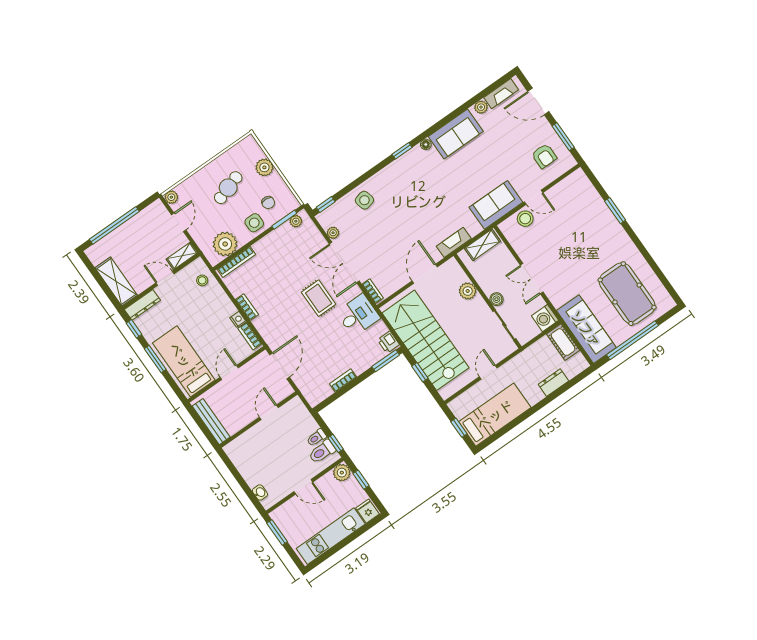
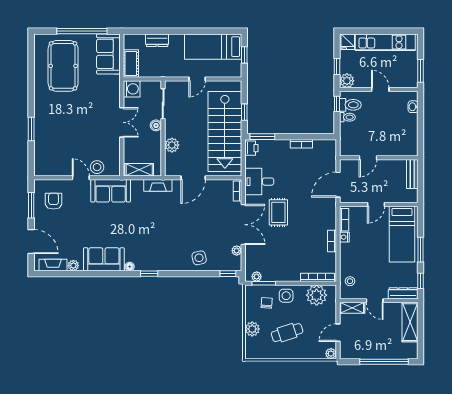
sofa: (586, 329) -> (108, 54), width x0.73
bench: (211, 422) -> (412, 174), width x0.73

